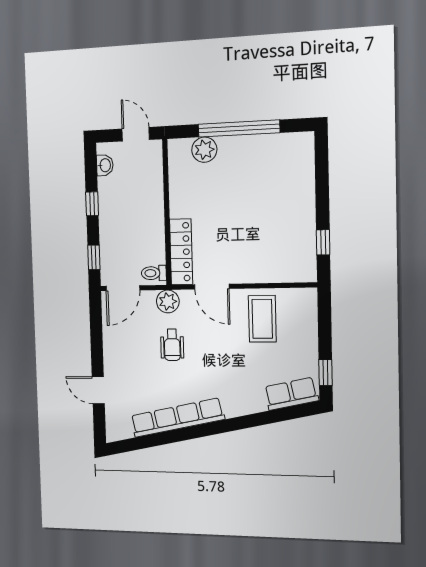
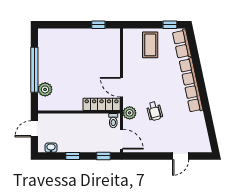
door: (212, 287) -> (122, 87), swing flipped
coffee table: (262, 319) -> (150, 45), moved, turned 90
wheelchair: (172, 345) -> (154, 111), turned 75
row of seats: (177, 418) -> (191, 85), moved

